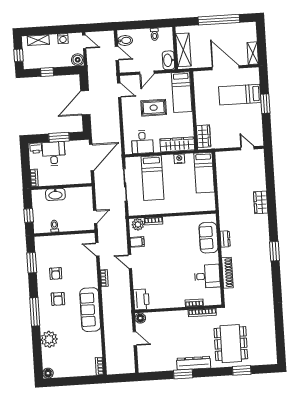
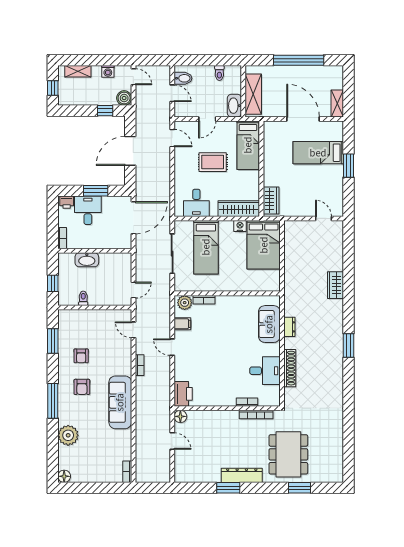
window: (47, 72) -> (105, 111), moved
bed: (204, 173) -> (264, 245), width x1.50

